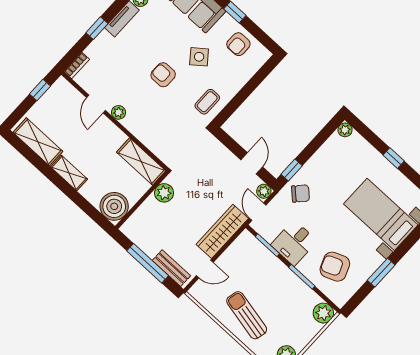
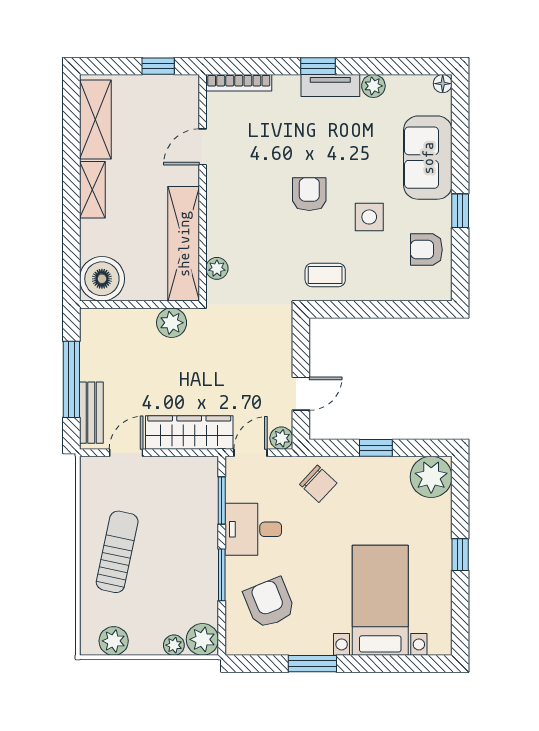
window: (97, 28) -> (318, 66), moved
side table: (199, 57) -> (369, 217), turned 38
bookcase: (77, 65) -> (239, 83), width x1.56
plant: (119, 112) -> (217, 268), moved
plant: (345, 130) -> (431, 477), width x1.87, depth x1.87
shelving: (141, 162) -> (184, 244), width x1.47
window: (292, 170) -> (376, 448), moved
door: (205, 269) -> (126, 453), swing flipped
plant: (314, 329) -> (174, 645), added

